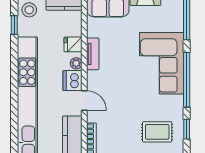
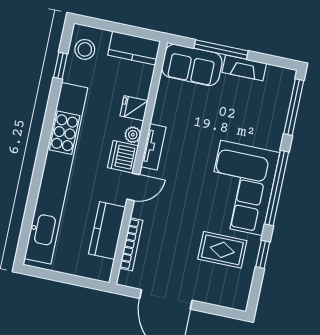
tv unit: (93, 54) -> (153, 147), moved
corner sofa: (162, 63) -> (241, 188), moved
door: (84, 100) -> (133, 187), hinge flipped

